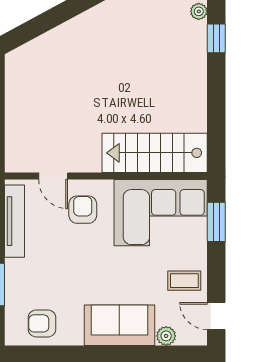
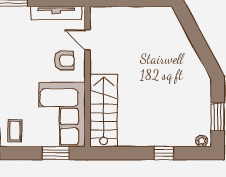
window: (216, 38) -> (164, 153), moved
door: (53, 176) -> (87, 40), hinge flipped

